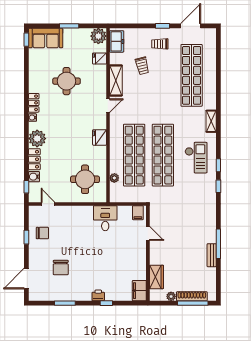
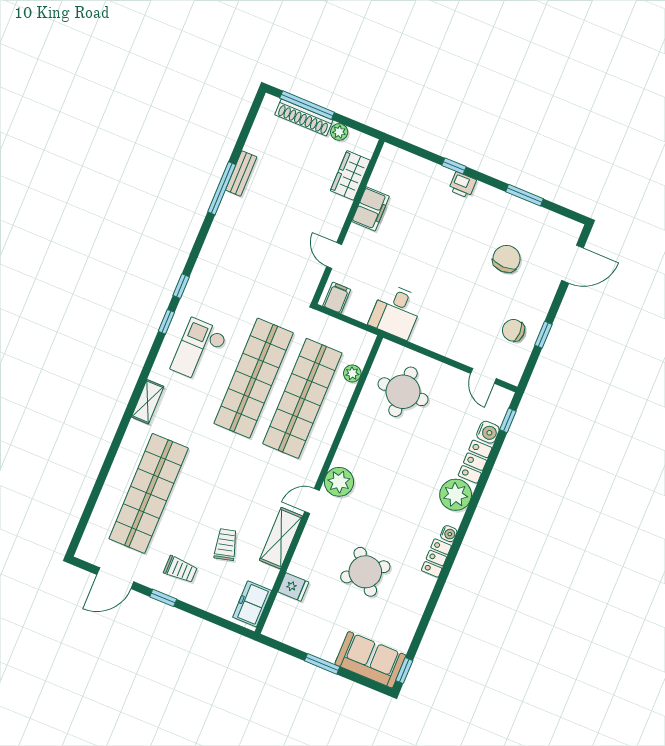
plant: (98, 36) -> (339, 482), moved
round table: (67, 81) -> (365, 572), turned -38
fridge: (100, 137) -> (349, 453), removed
filing cabinet: (139, 291) -> (371, 209), moved

